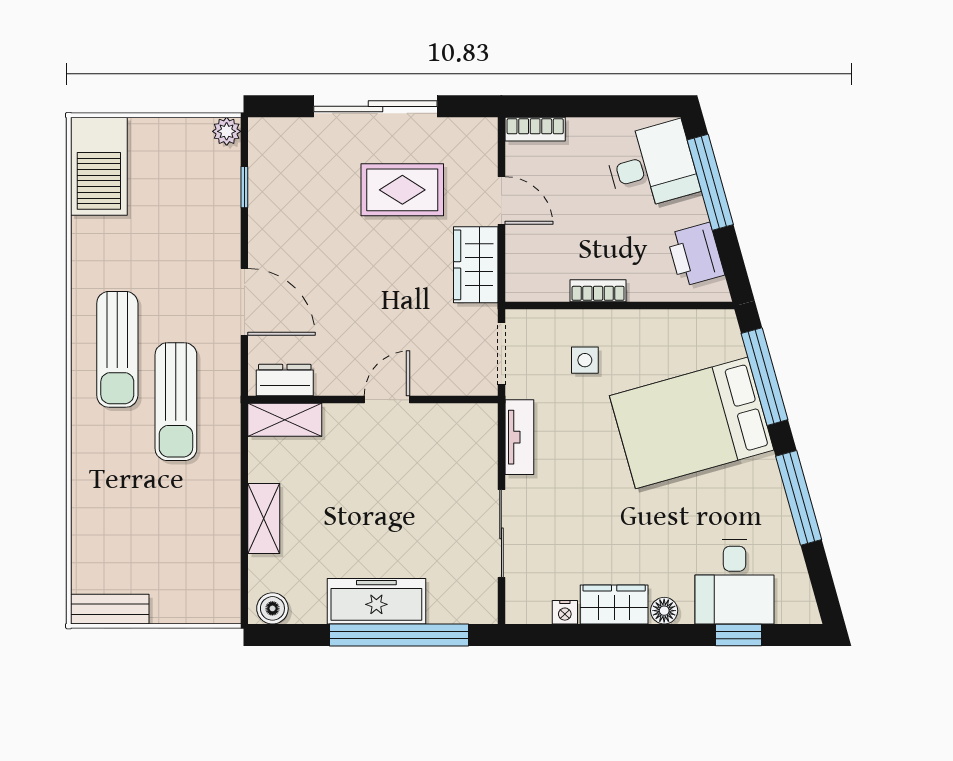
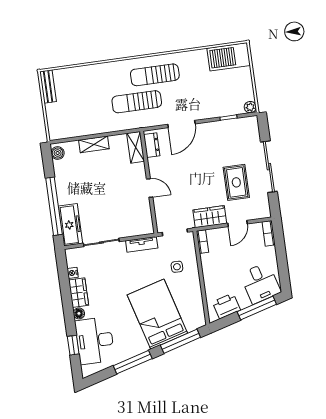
bookcase: (598, 291) -> (202, 242), moved
desk: (734, 582) -> (95, 341), width x1.37
freezer: (376, 601) -> (71, 225), moved

